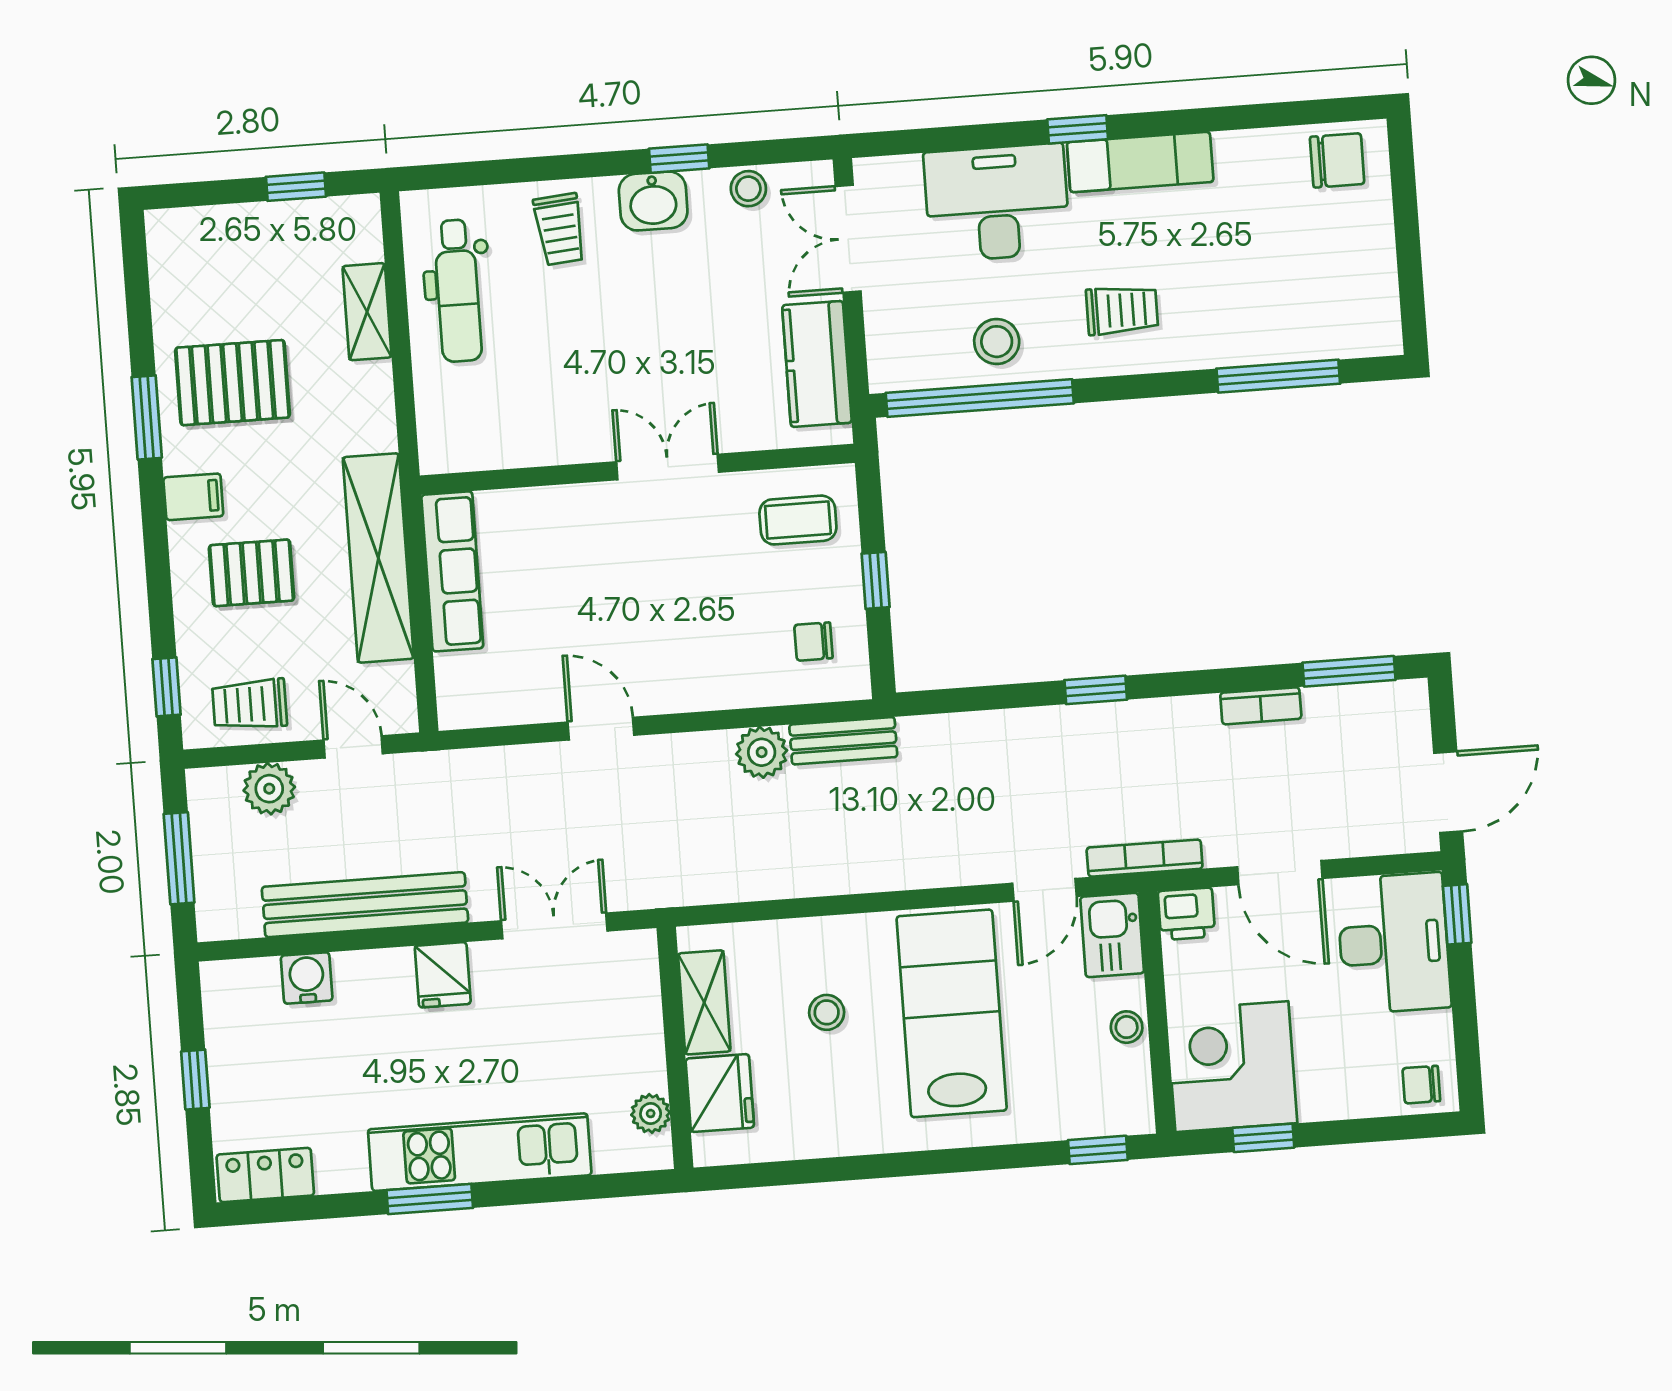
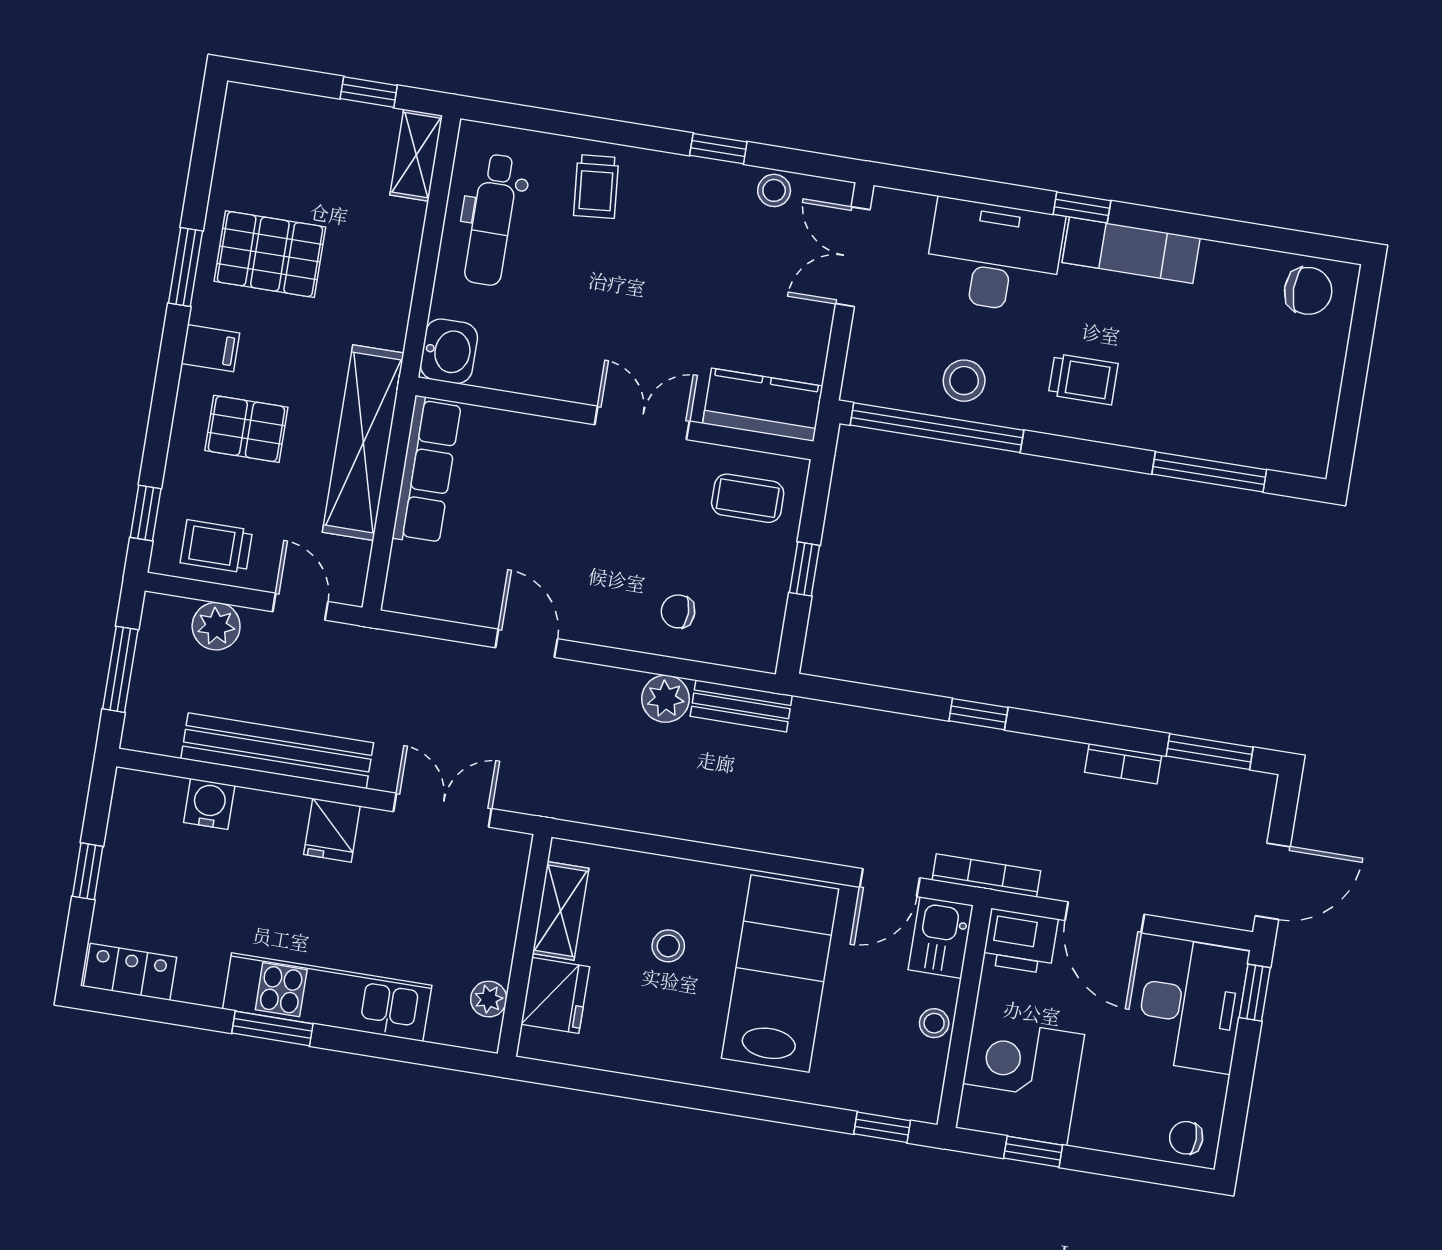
washbasin: (653, 201) -> (449, 351), moved, turned -90
shelving: (367, 312) -> (416, 155), moved
kitchen counter: (817, 364) -> (763, 405), moved, turned 90
chair: (813, 642) -> (678, 611), moved
printer: (1186, 914) -> (1020, 941), width x1.36, depth x1.24

